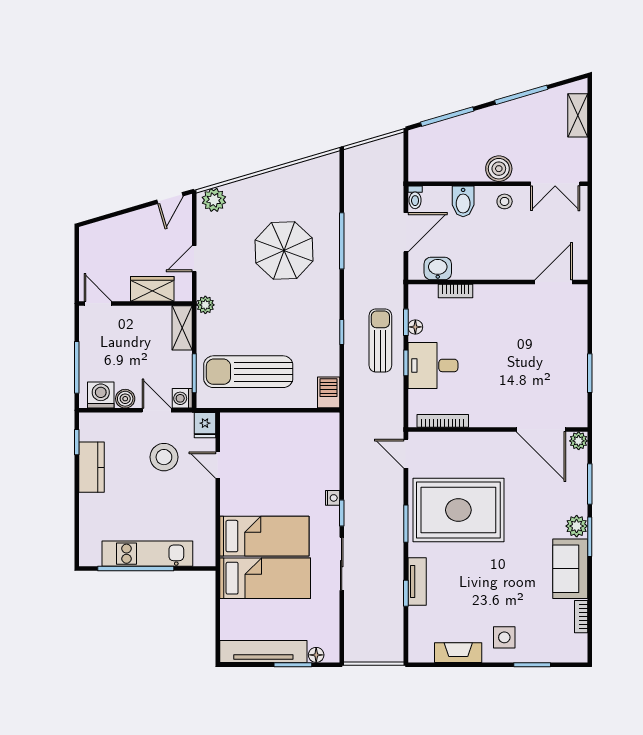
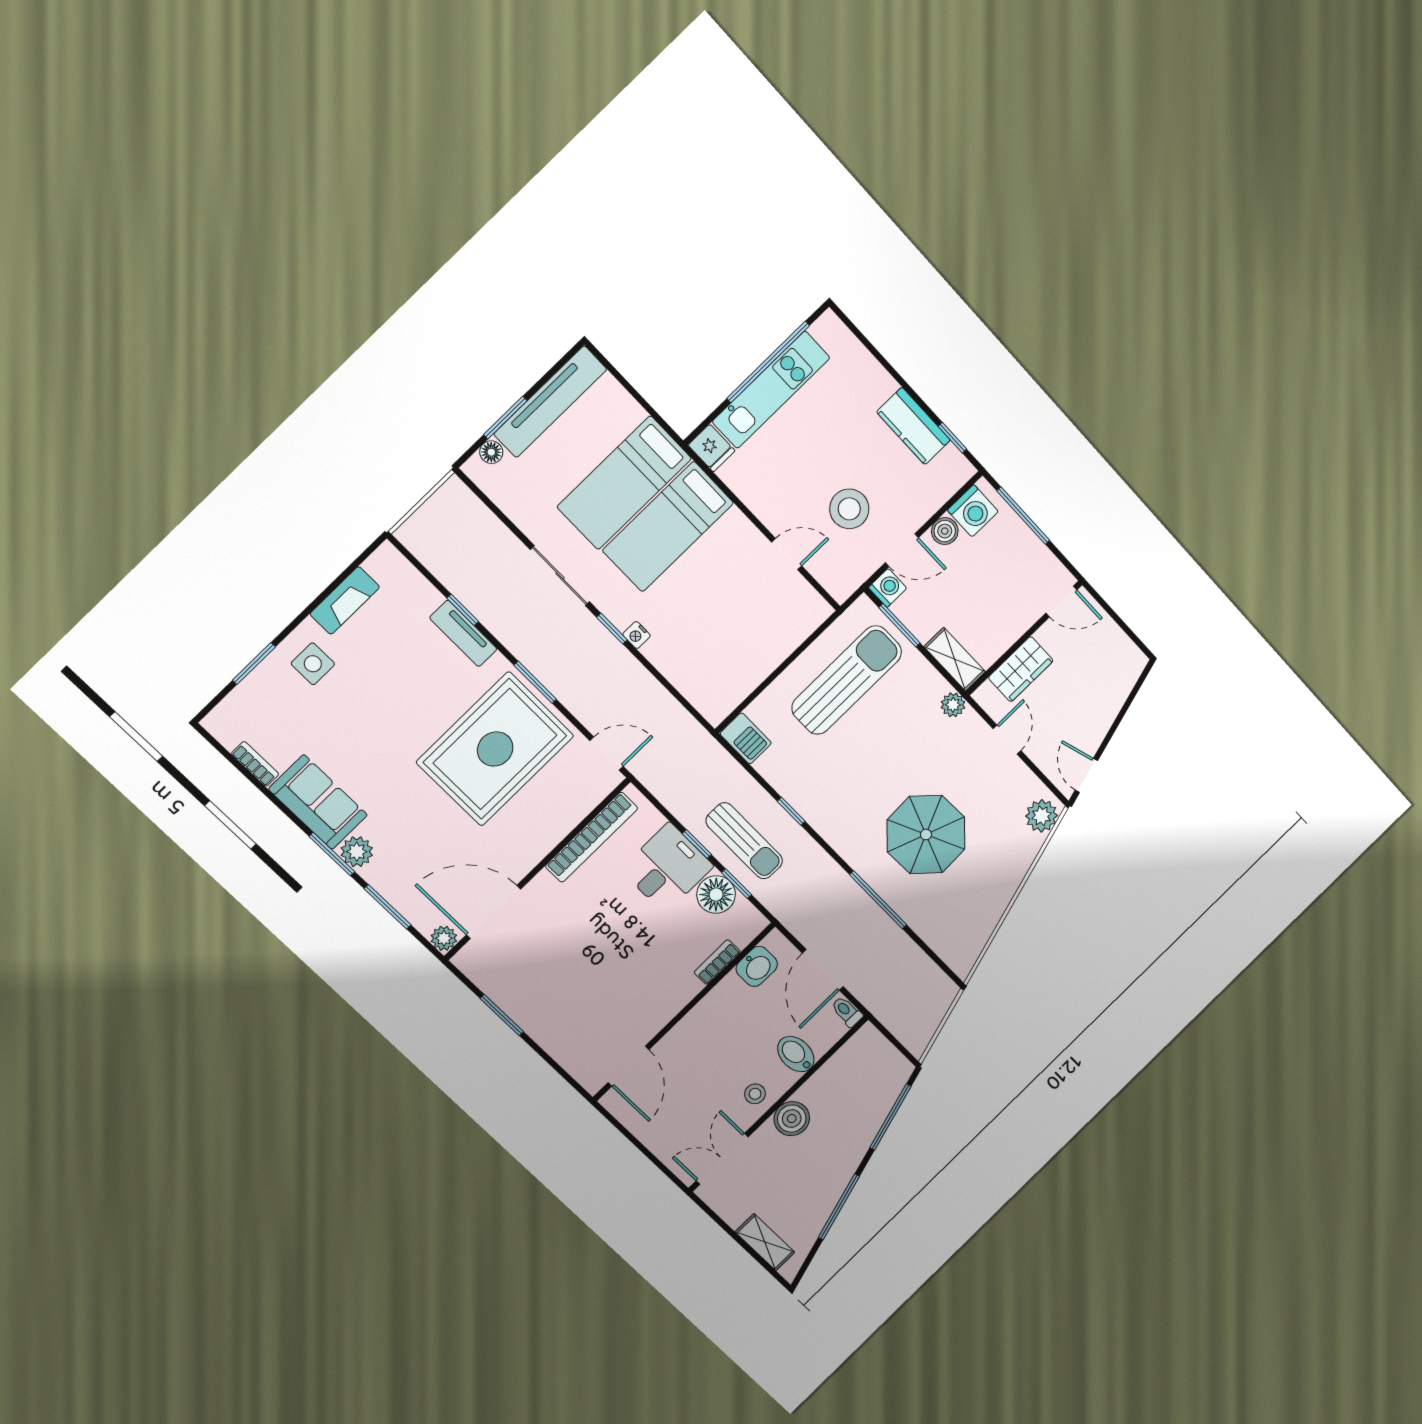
floor lamp: (415, 327) -> (716, 895), width x1.89, depth x1.89
bookcase: (443, 421) -> (592, 837), width x1.48, depth x1.31
fridge: (205, 425) -> (712, 448), moved, turned 180

